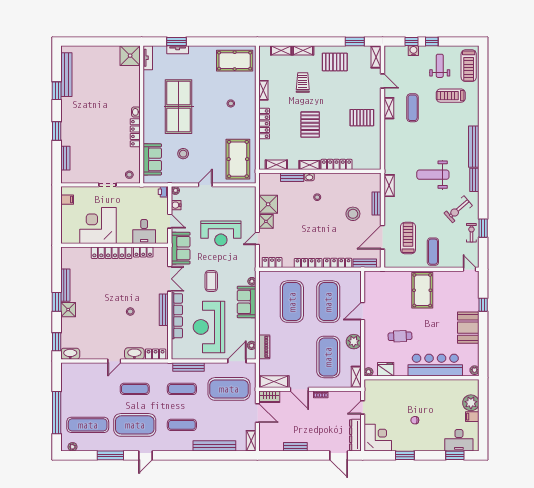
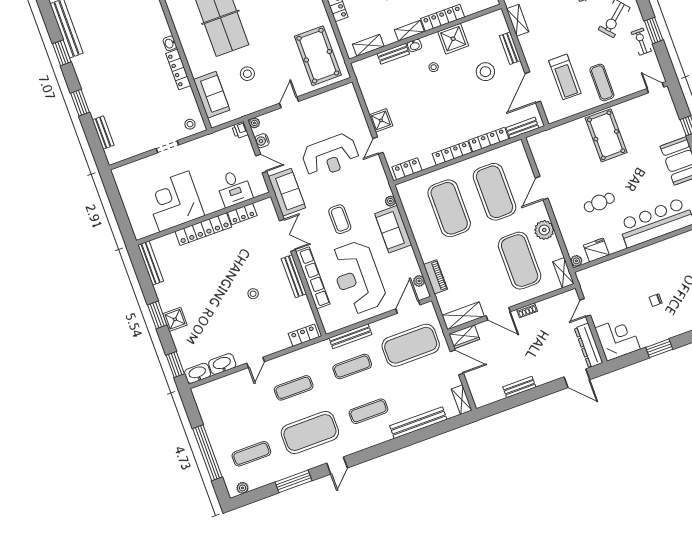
filing cabinet: (67, 200) -> (124, 183), removed
shower: (268, 204) -> (453, 39), moved
treadmill: (408, 238) -> (565, 77), turned 180
bench: (65, 285) -> (151, 263), moved
washbasin: (134, 354) -> (222, 364), moved
exercise mat: (88, 425) -> (251, 454), width x0.73, depth x0.69

